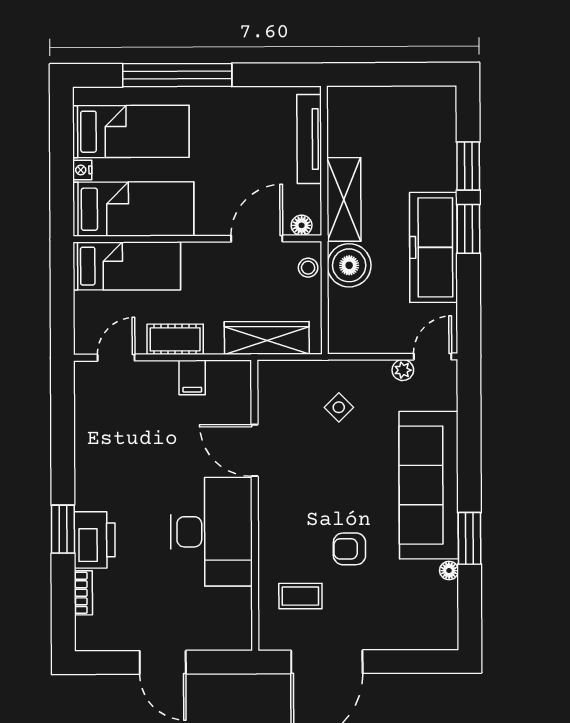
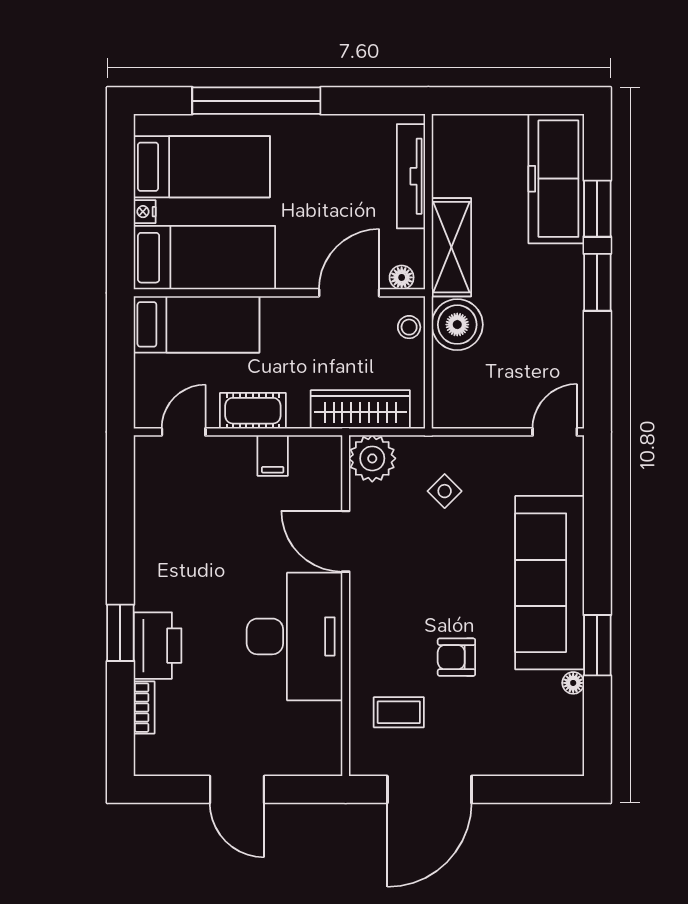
freezer: (433, 247) -> (556, 179), moved
plant: (403, 370) -> (372, 458), moved, width x1.88, depth x1.88

